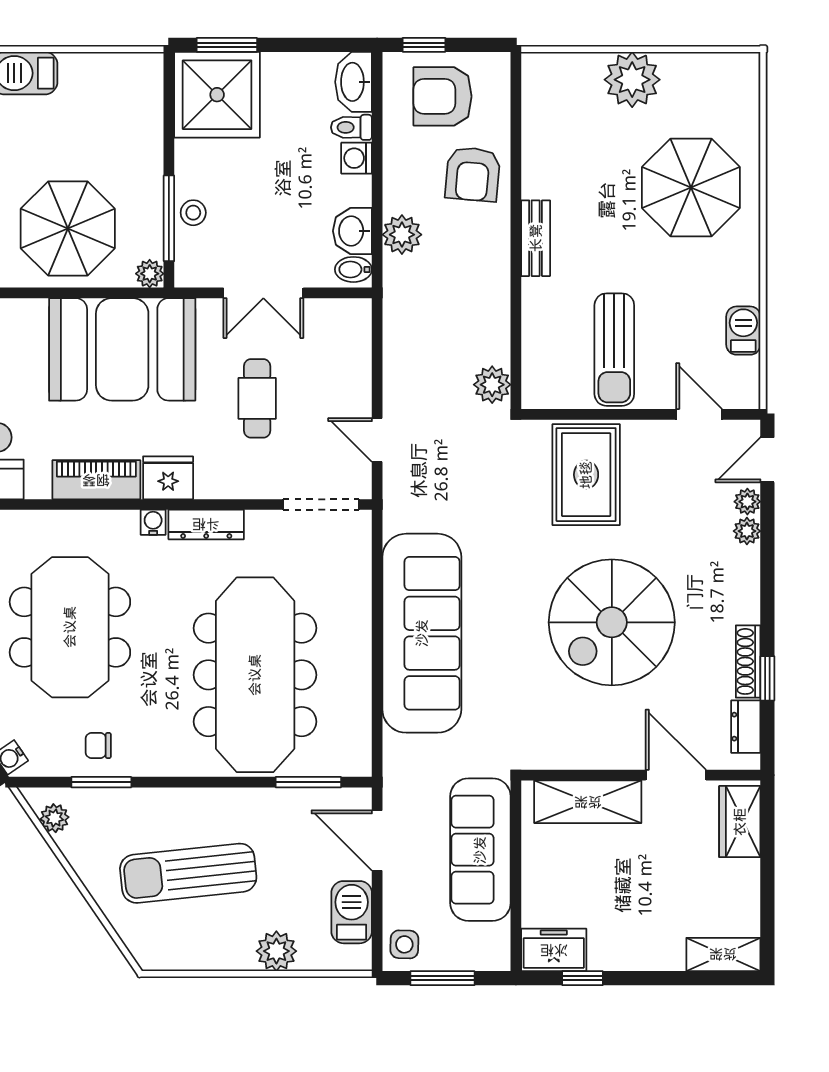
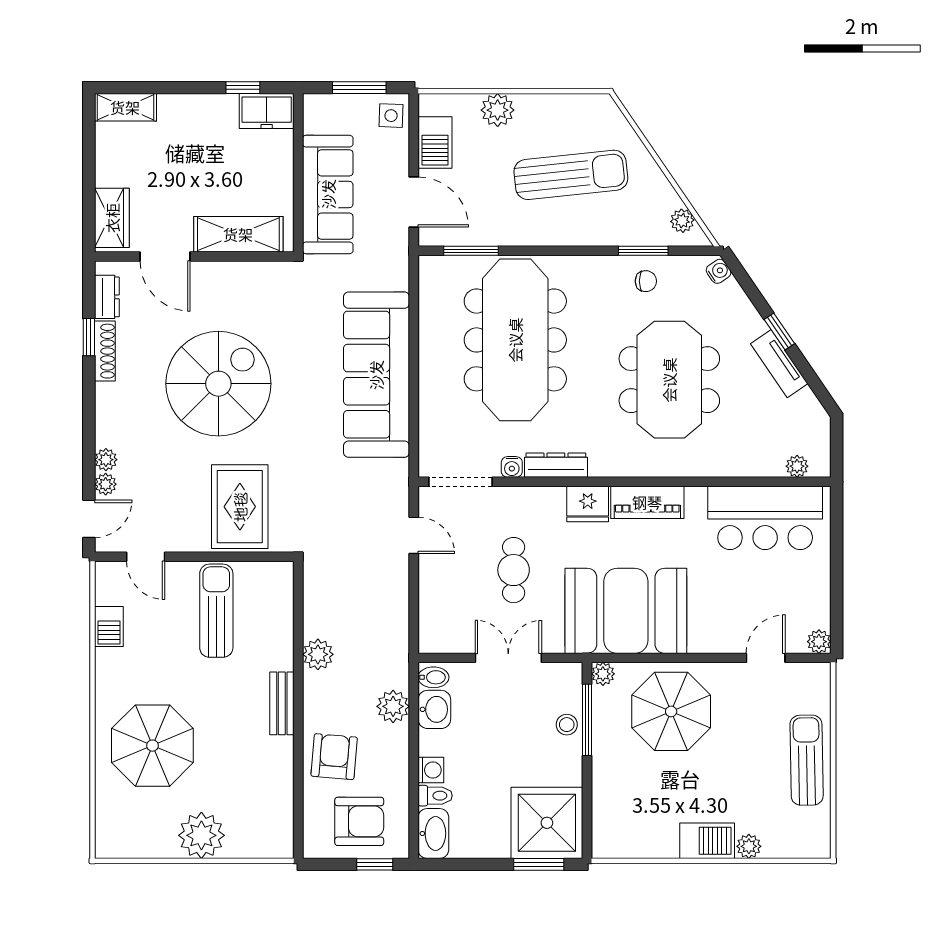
plant: (492, 385) -> (318, 654), moved
water cooler: (153, 522) -> (512, 467), moved

